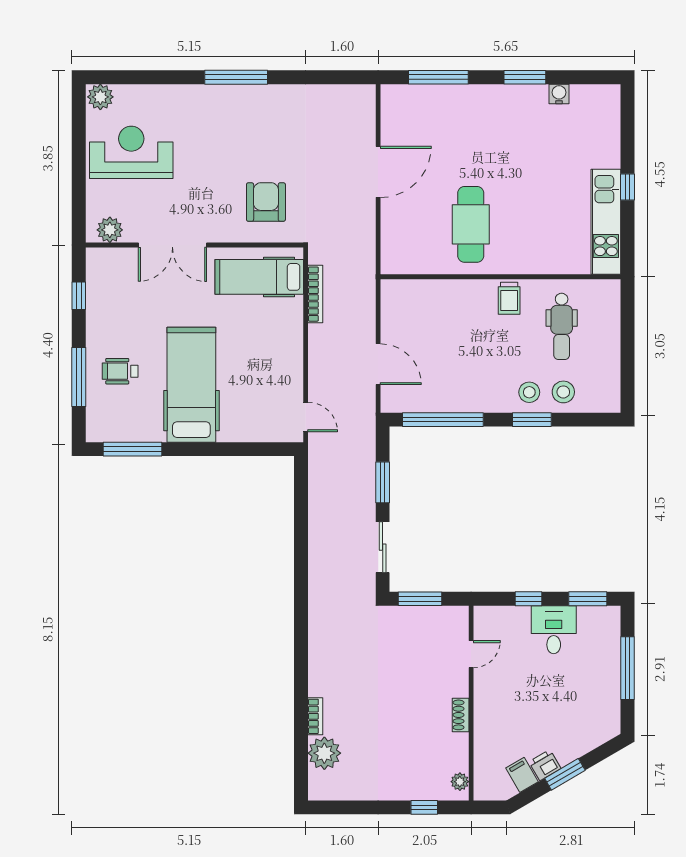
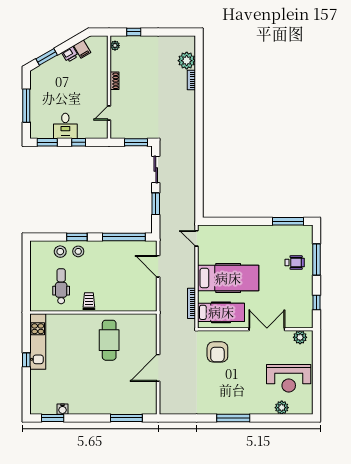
window: (525, 77) -> (53, 418), moved
plant: (100, 97) -> (282, 408), moved
hospital bed: (191, 385) -> (228, 278), moved, turned -90
window: (565, 774) -> (47, 57), moved

